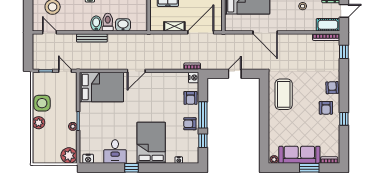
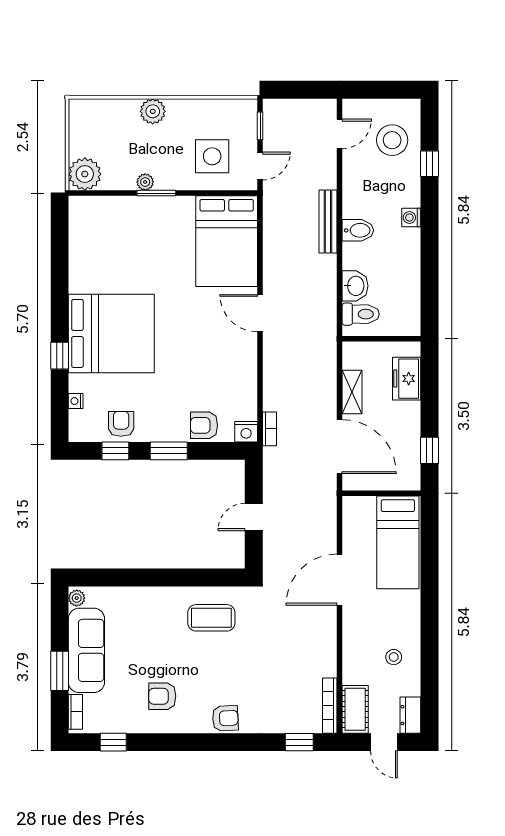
toilet: (108, 22) -> (361, 314), moved
door: (235, 74) -> (254, 517), swing flipped
coffee table: (284, 94) -> (211, 618), width x0.73, depth x0.76
side table: (42, 103) -> (212, 156), moved
armchair: (326, 108) -> (162, 696), moved
window: (203, 115) -> (169, 451), width x0.69
window: (344, 119) -> (113, 742), moved
armchair: (190, 124) -> (121, 424), moved
bed: (151, 143) -> (111, 333), width x1.36
desk: (115, 152) -> (93, 269), removed
nightstand: (88, 159) -> (78, 214), removed
window: (131, 168) -> (60, 356), moved

